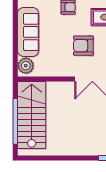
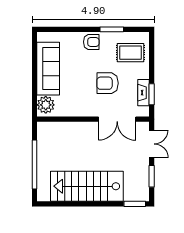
stairs: (32, 115) -> (87, 186), moved, turned -90

